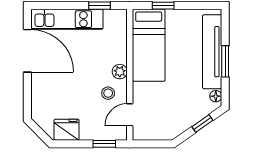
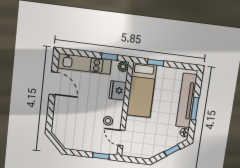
door: (27, 51) -> (53, 83), width x0.73
plant: (120, 72) -> (123, 67), moved
door: (130, 115) -> (122, 138), hinge flipped
fridge: (67, 130) -> (118, 90), moved, turned -90

